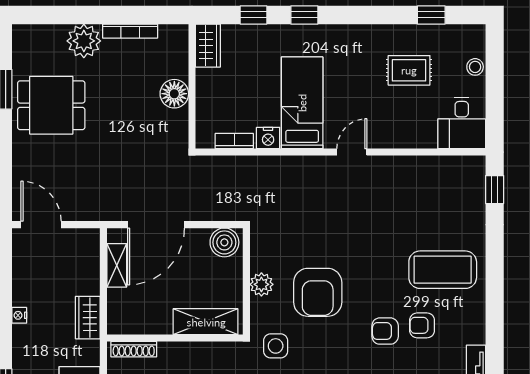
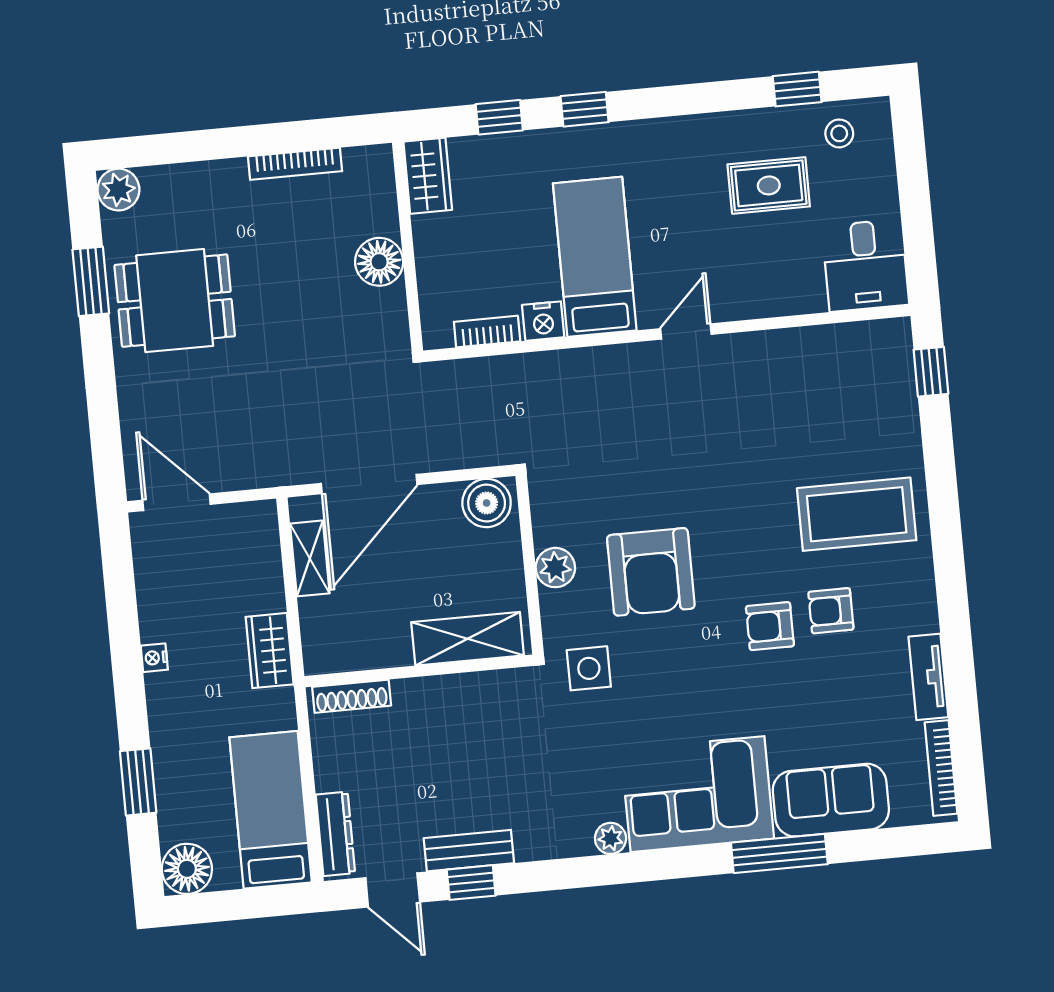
plant: (84, 41) -> (118, 190), moved, width x0.73, depth x0.73
stool: (475, 67) -> (839, 133), moved

